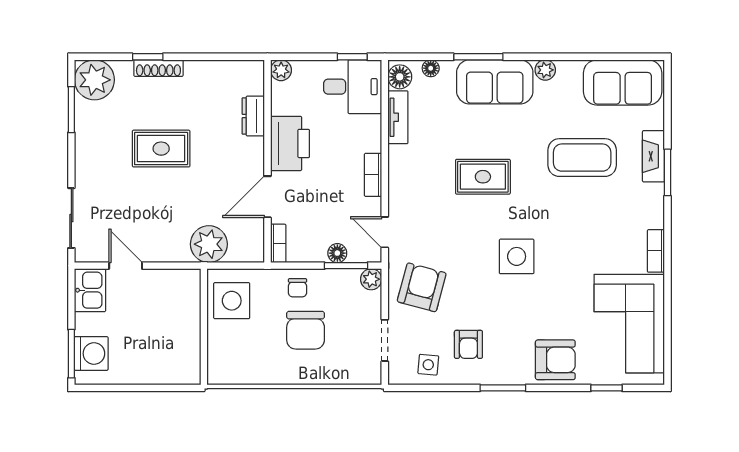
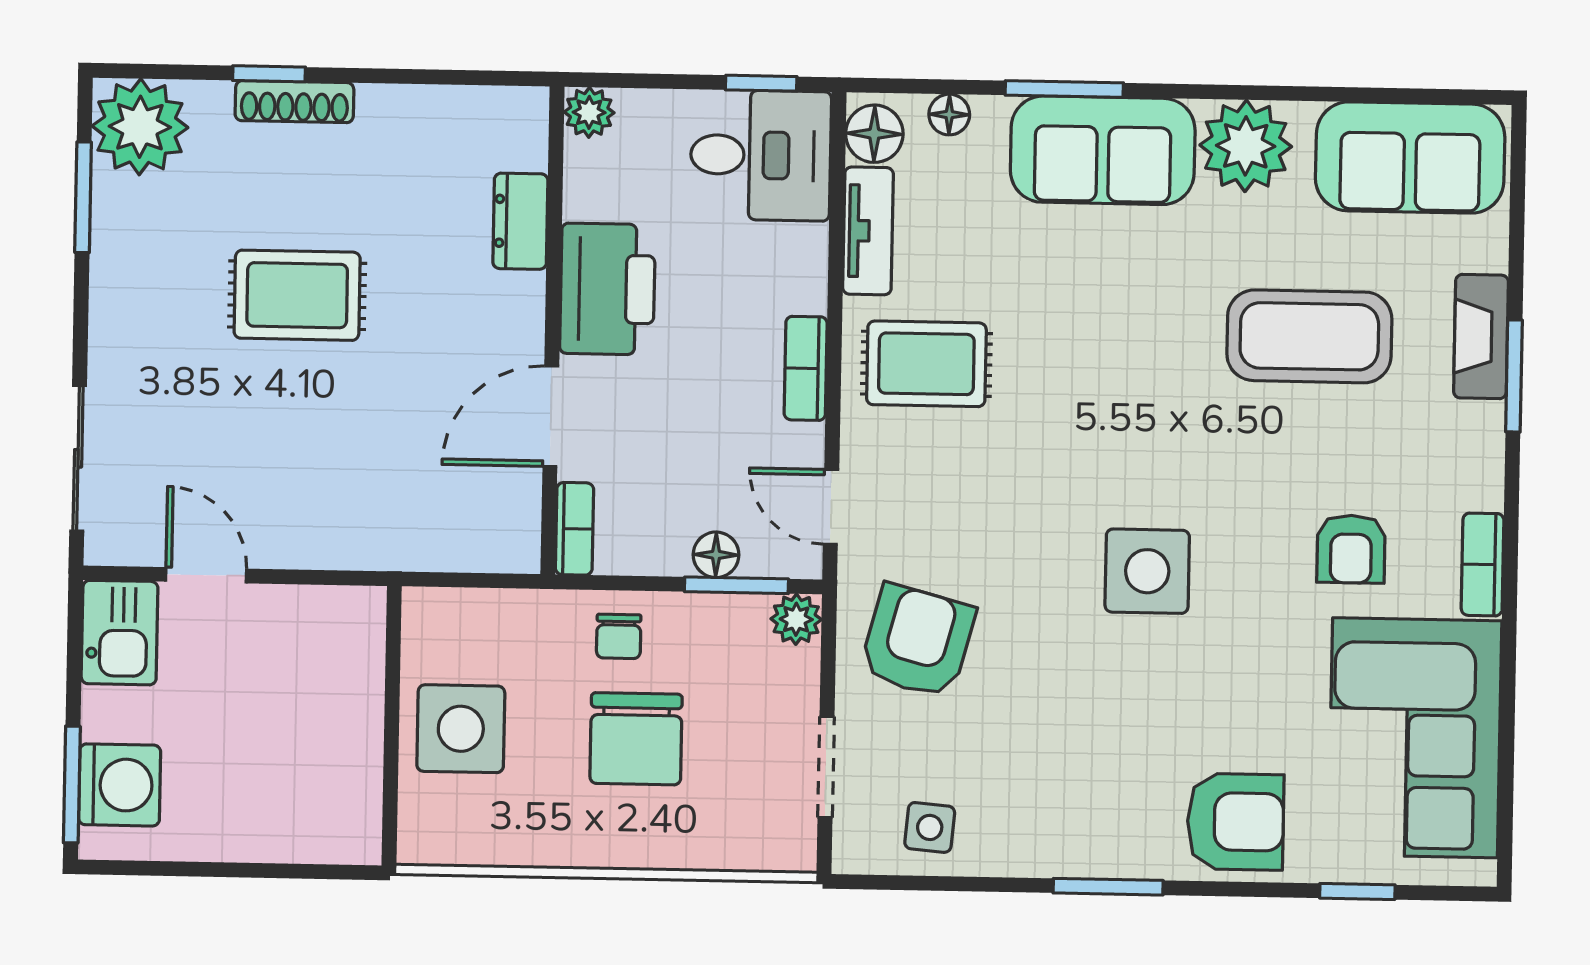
plant: (545, 70) -> (1246, 146), width x1.87, depth x1.87
rug: (483, 177) -> (926, 364), moved
plant: (209, 244) -> (408, 527), removed
side table: (232, 301) -> (461, 729), moved
armchair: (468, 344) -> (1351, 549), moved

